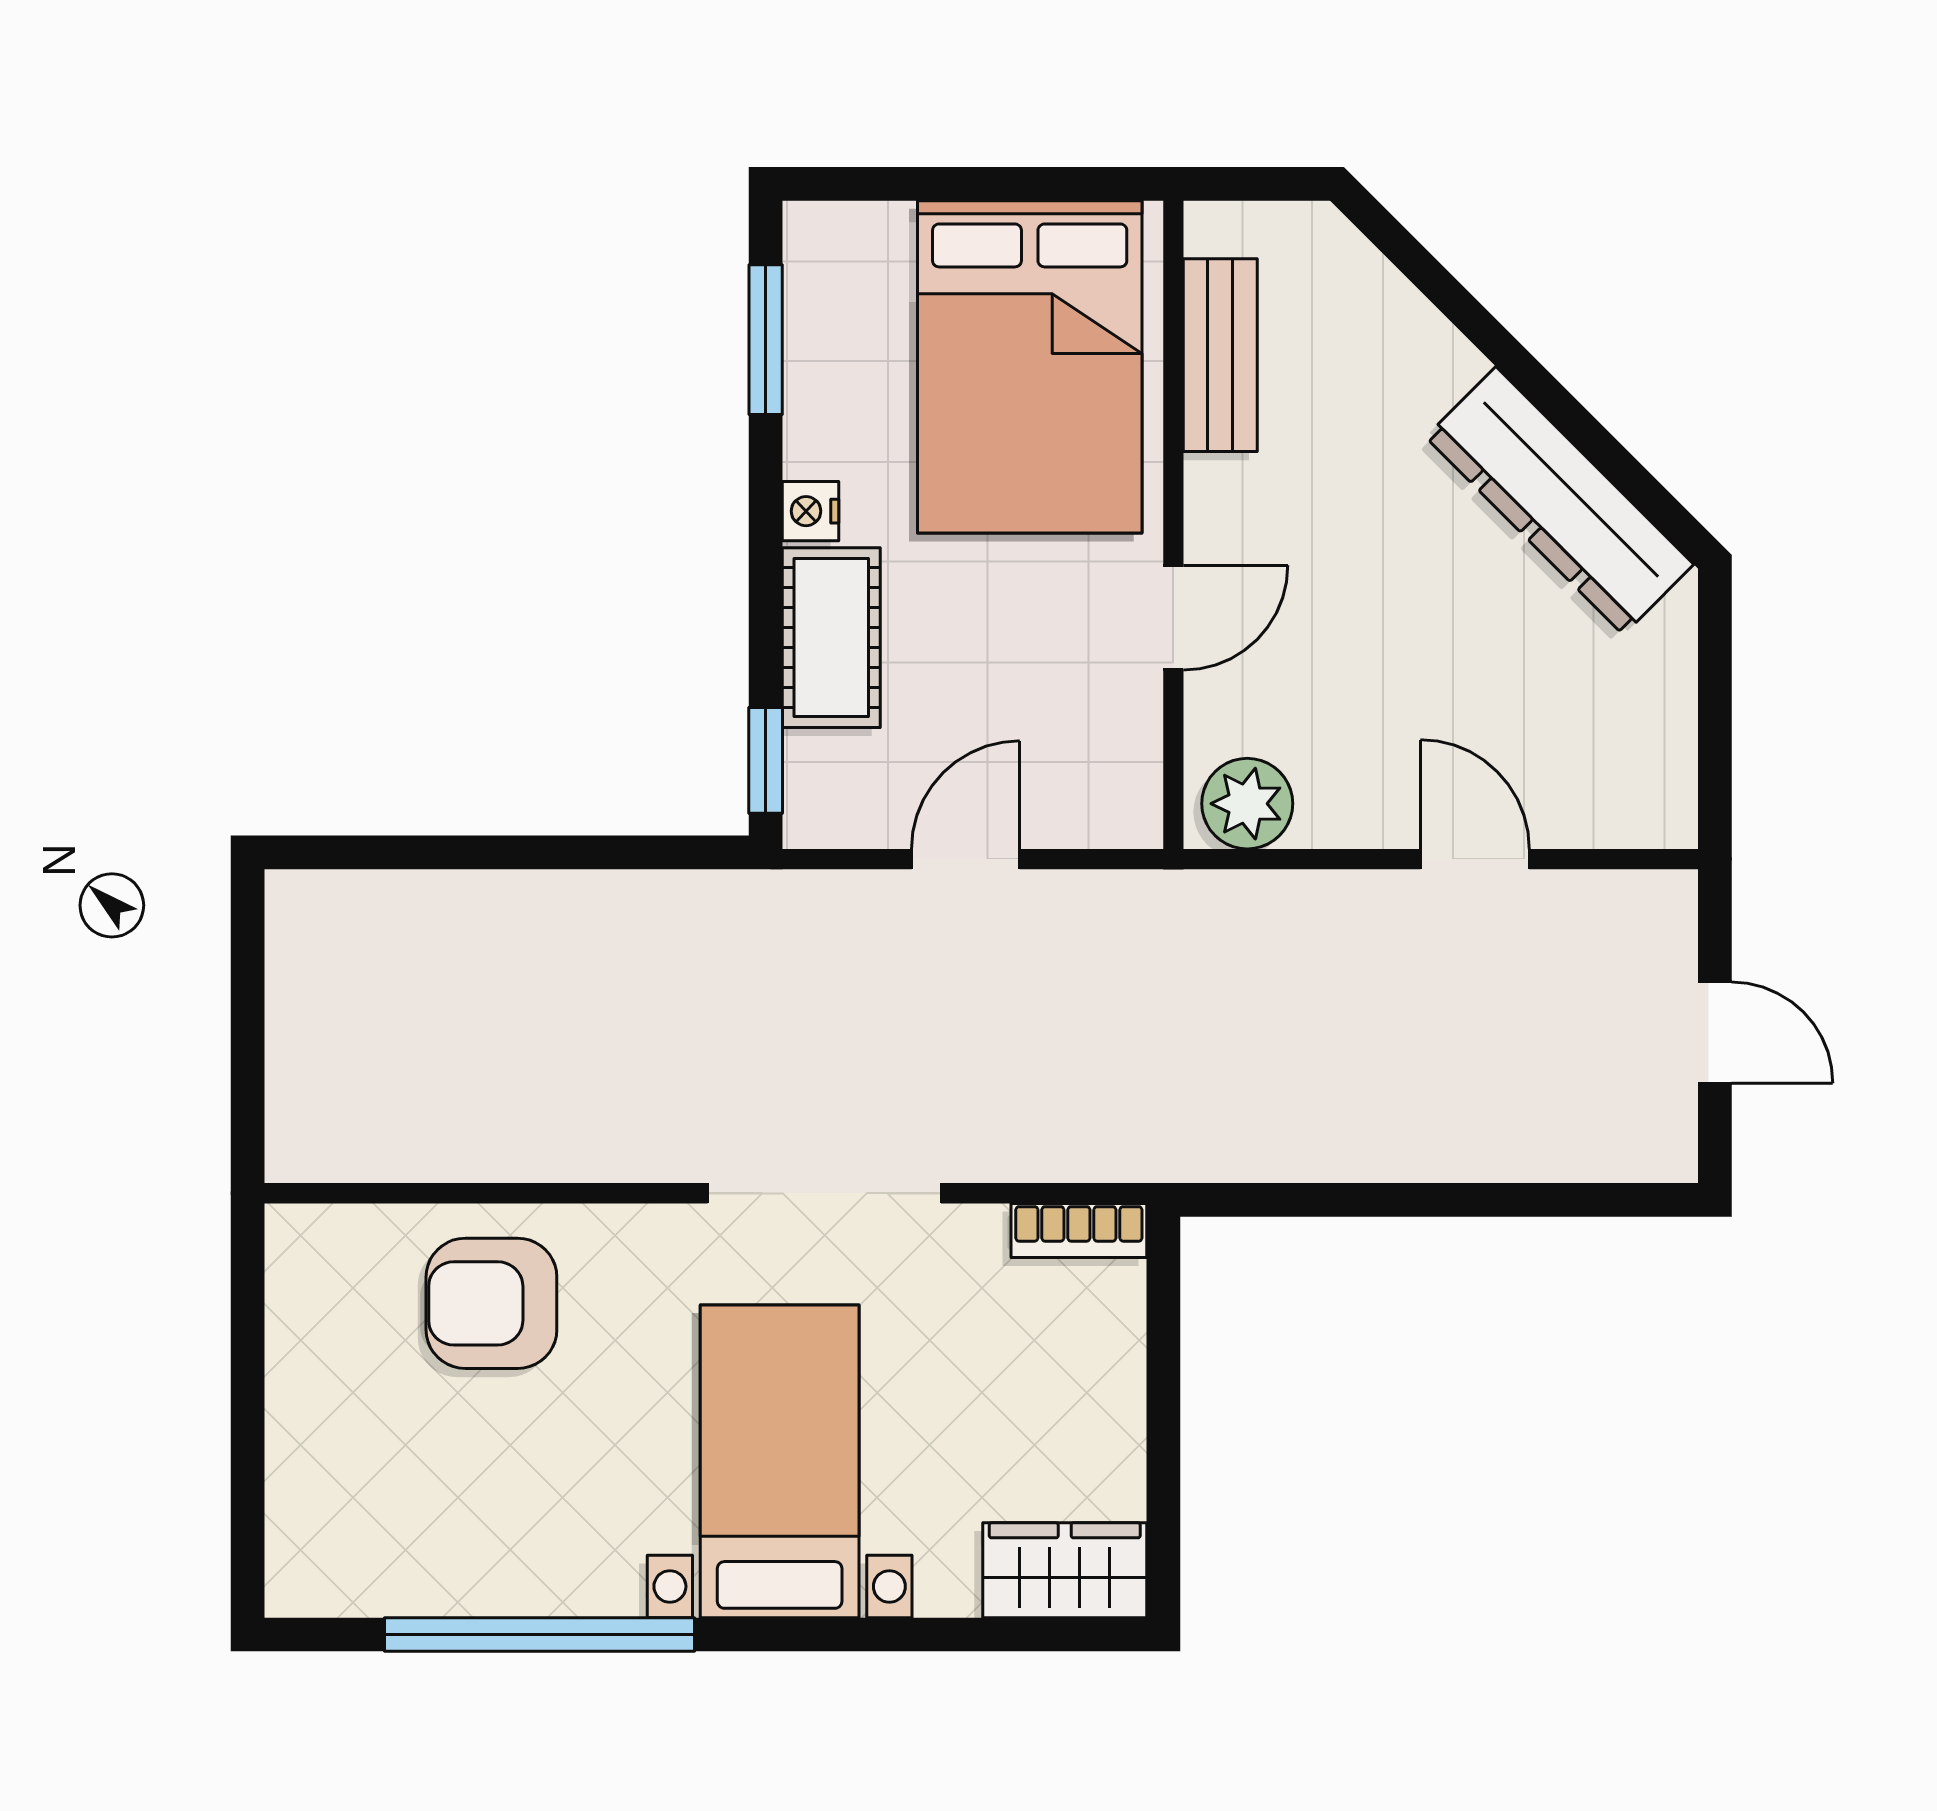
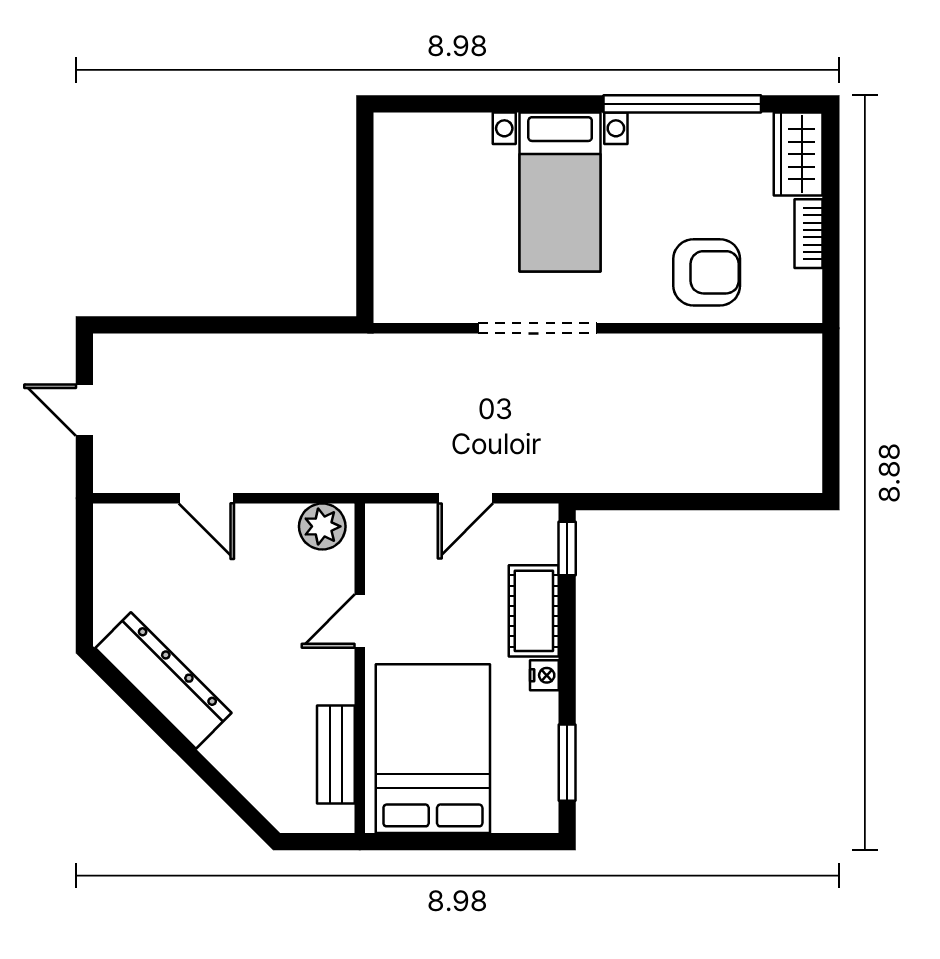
bookcase: (1079, 1230) -> (808, 234), moved, turned -90
wardrobe: (1065, 1570) -> (798, 154), moved, turned 90

